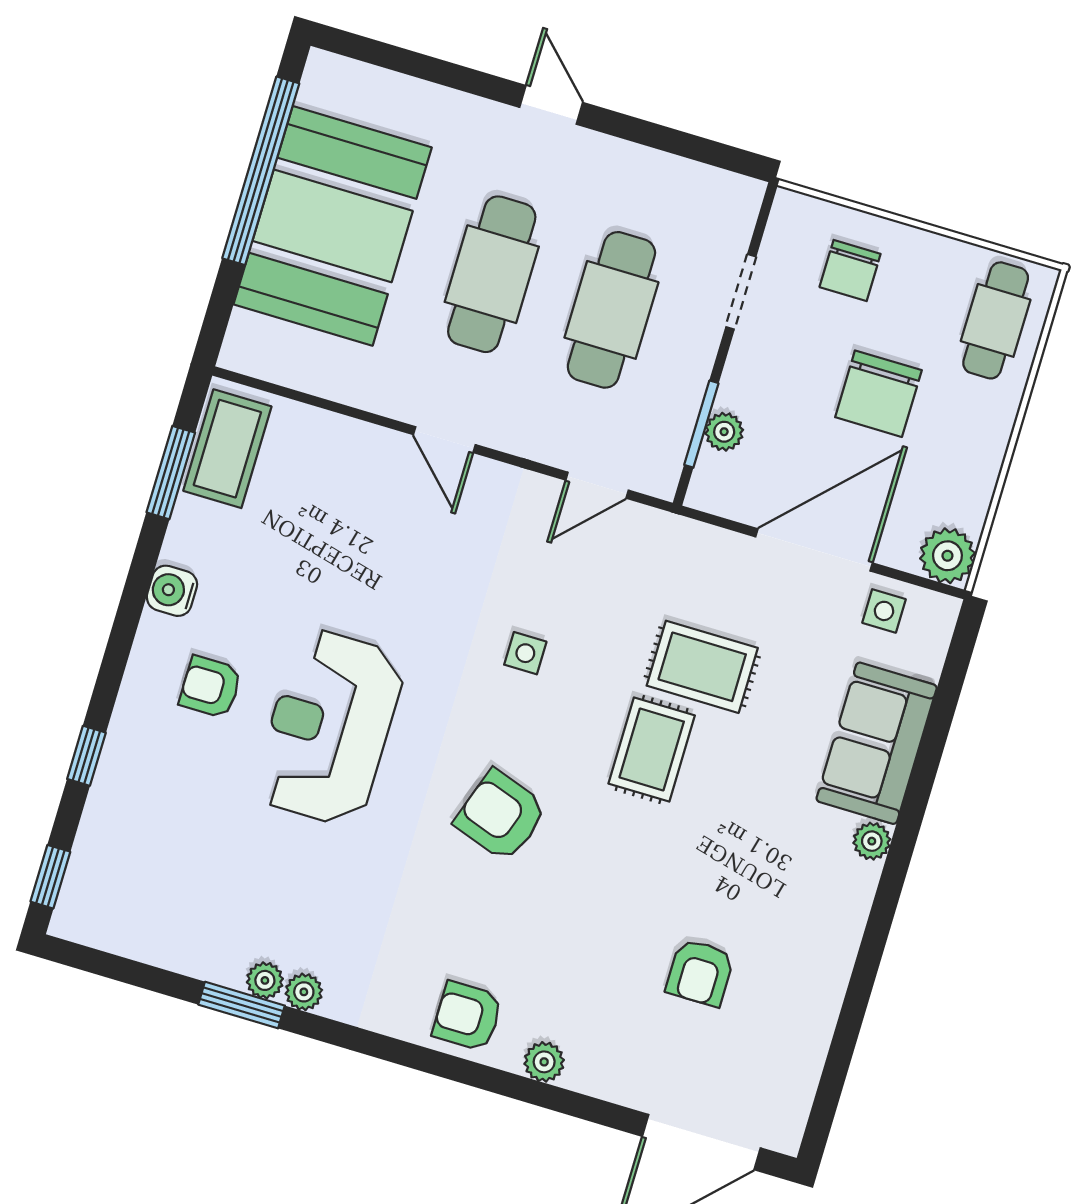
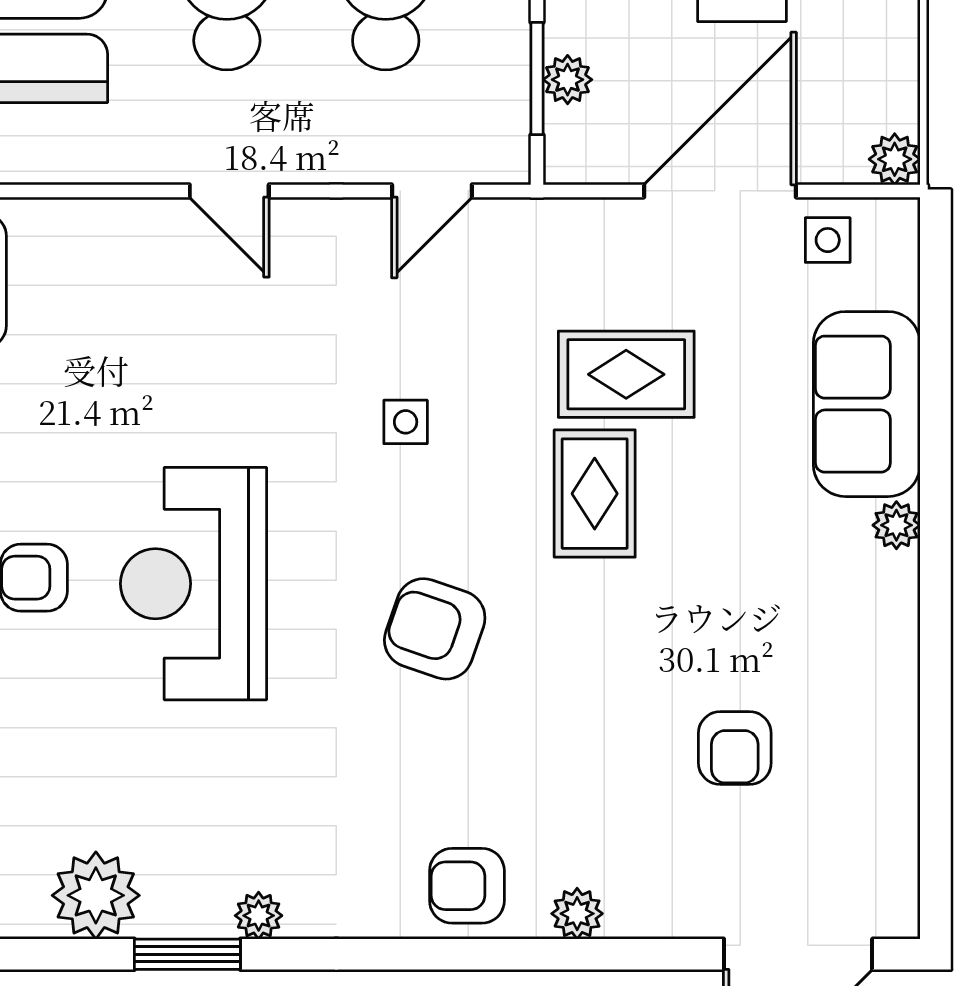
plant: (947, 556) -> (895, 159), width x0.73, depth x0.73
plant: (265, 980) -> (96, 895), moved, width x1.87, depth x1.87

